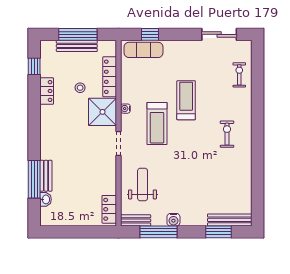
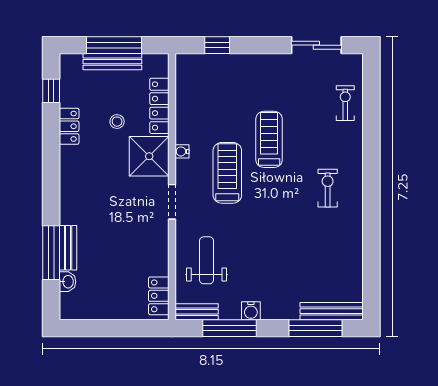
exercise mat: (144, 50) -> (208, 67), removed
treadmill: (157, 123) -> (227, 173), turned 180
window: (218, 232) -> (315, 328), width x1.44

